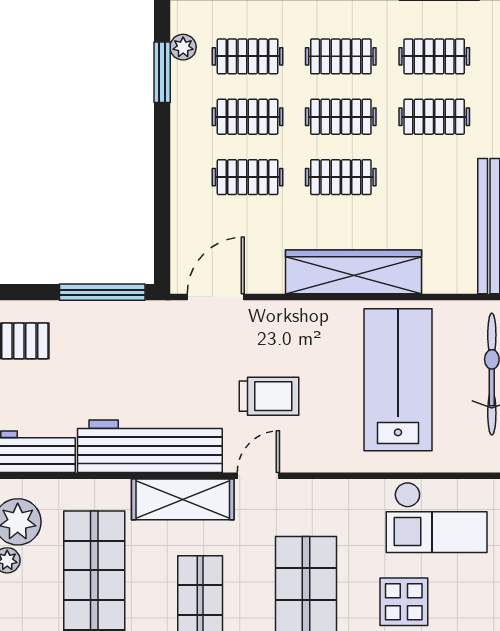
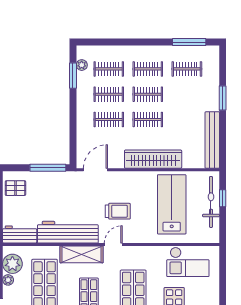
clothes rail: (434, 117) -> (187, 94), removed

